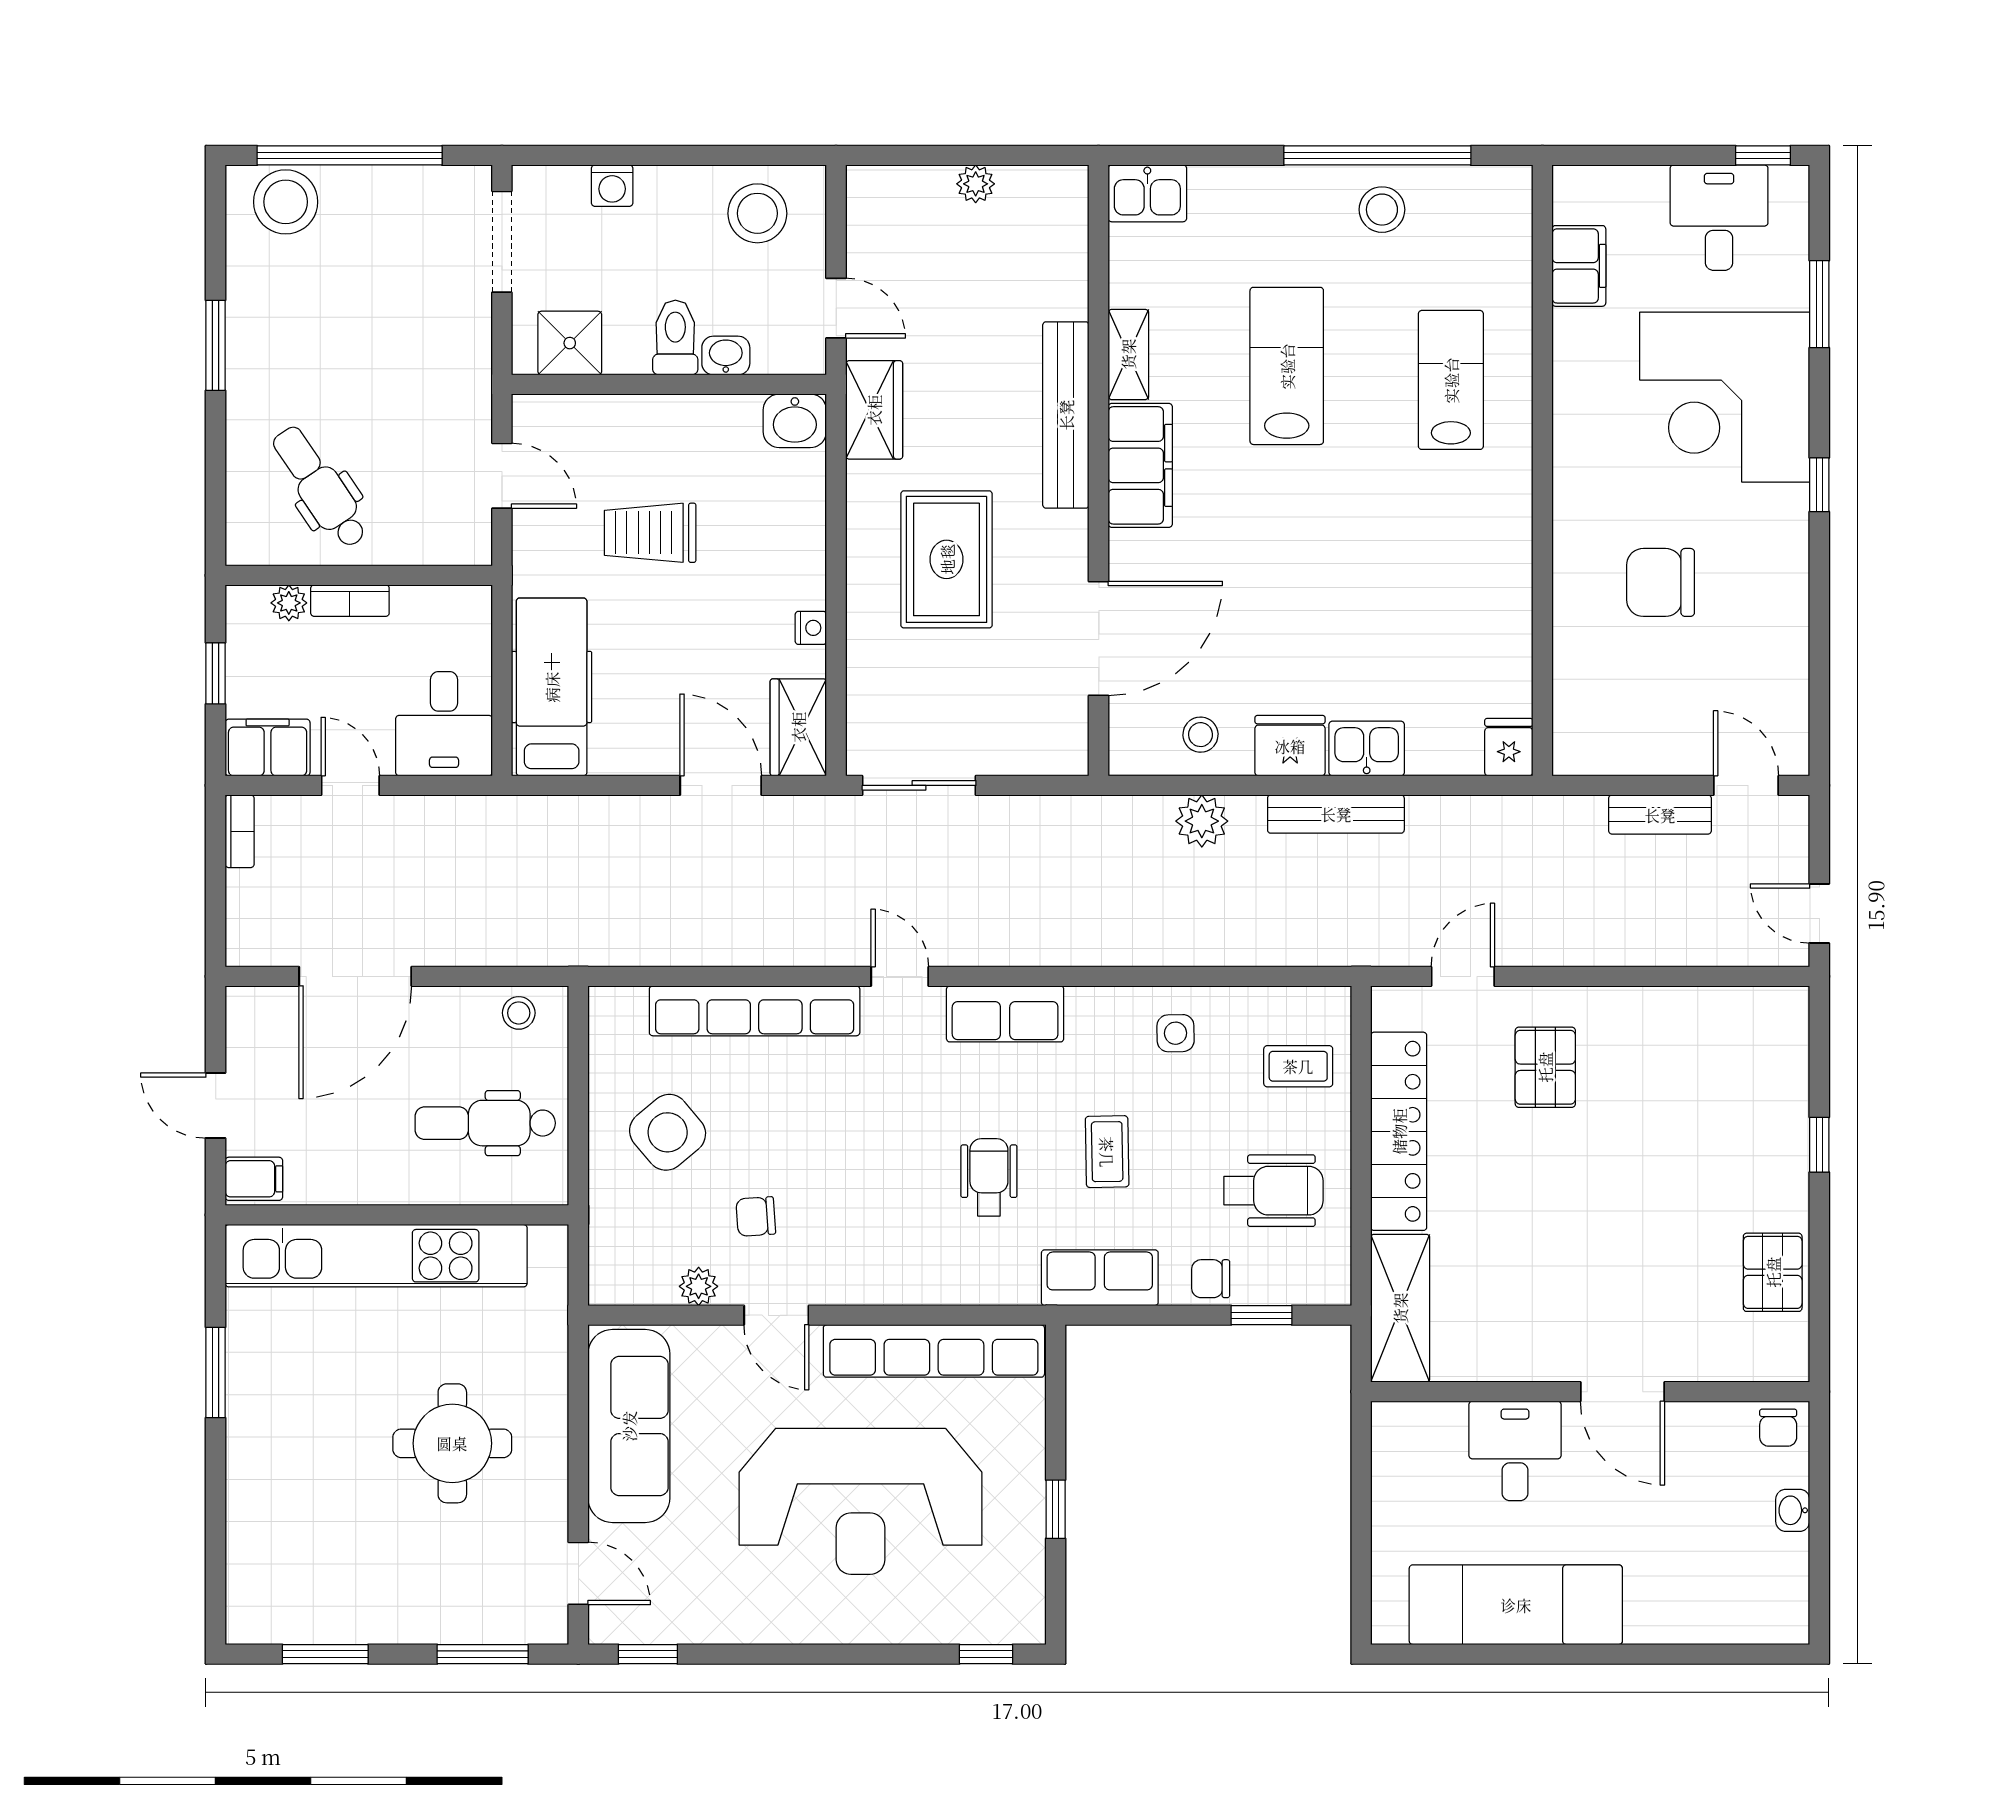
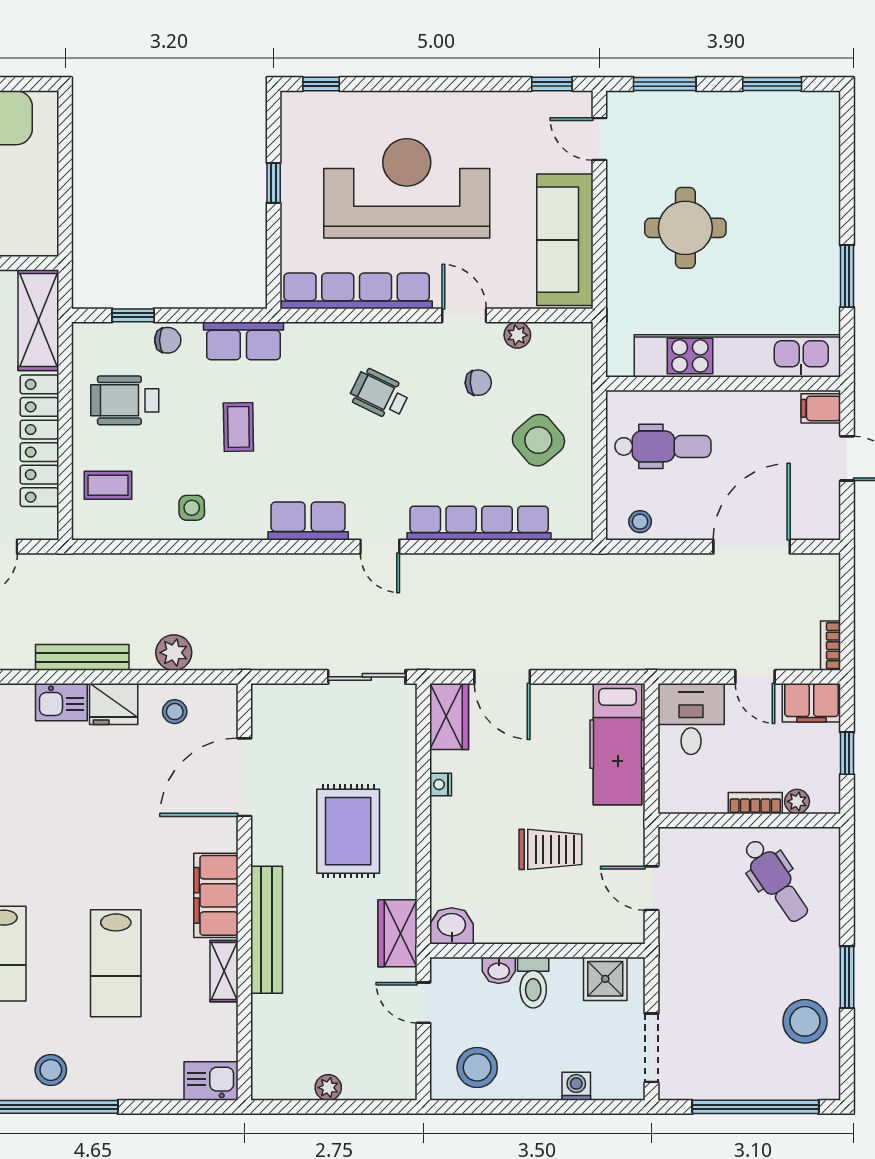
stool: (286, 202) -> (805, 1021), moved
wheelchair: (989, 1177) -> (379, 394), moved, turned 116

